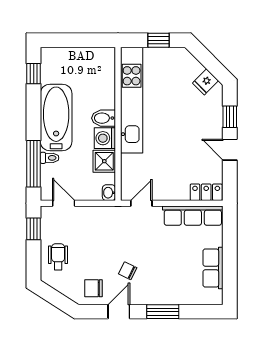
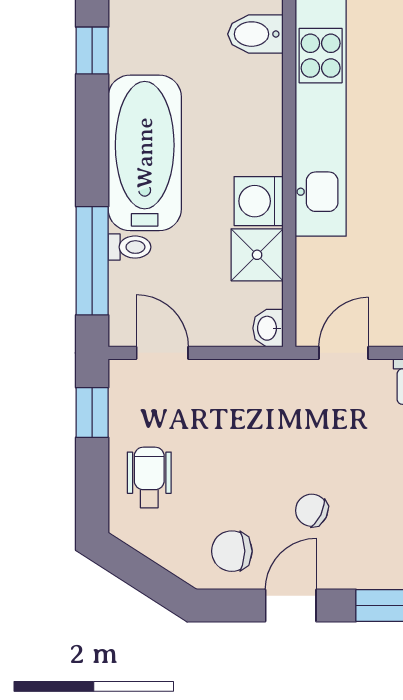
bidet: (104, 118) -> (255, 34), moved

